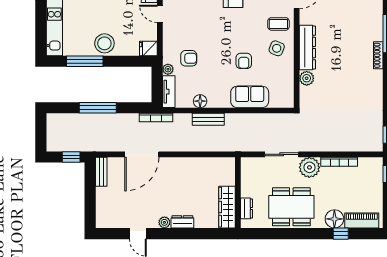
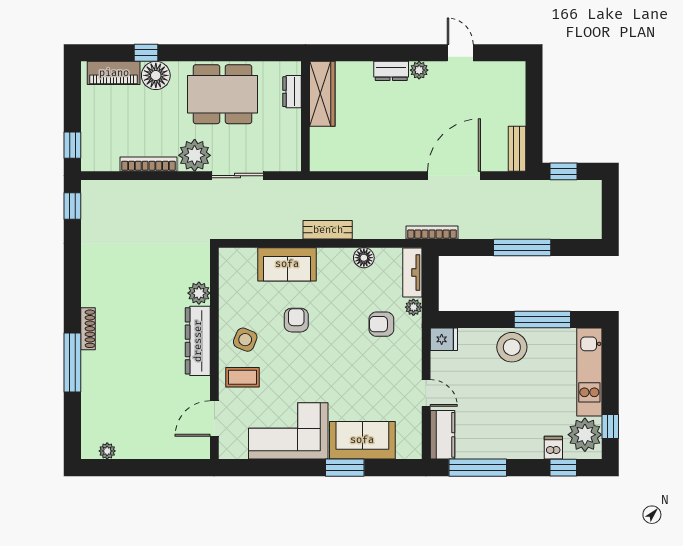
bench: (208, 119) -> (328, 230), moved

